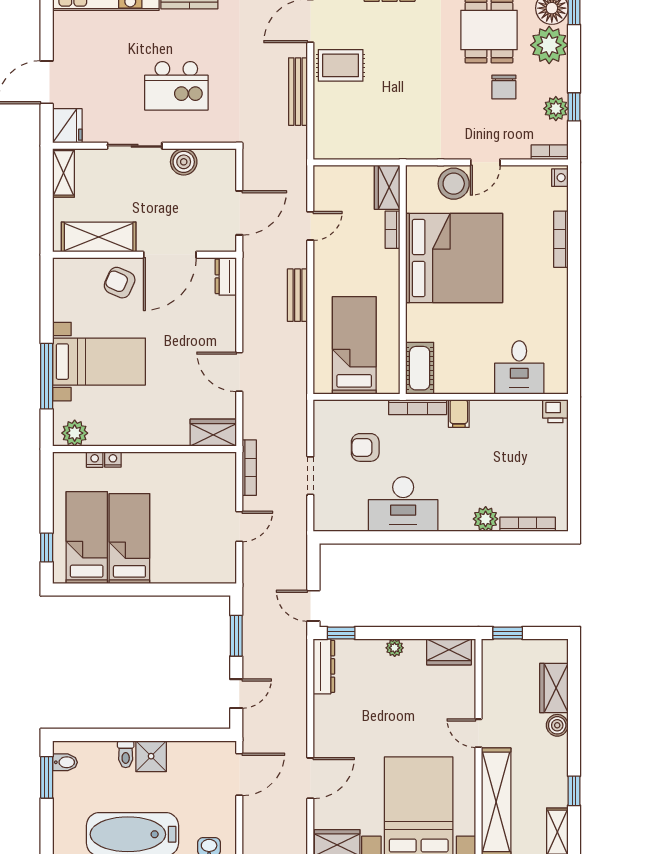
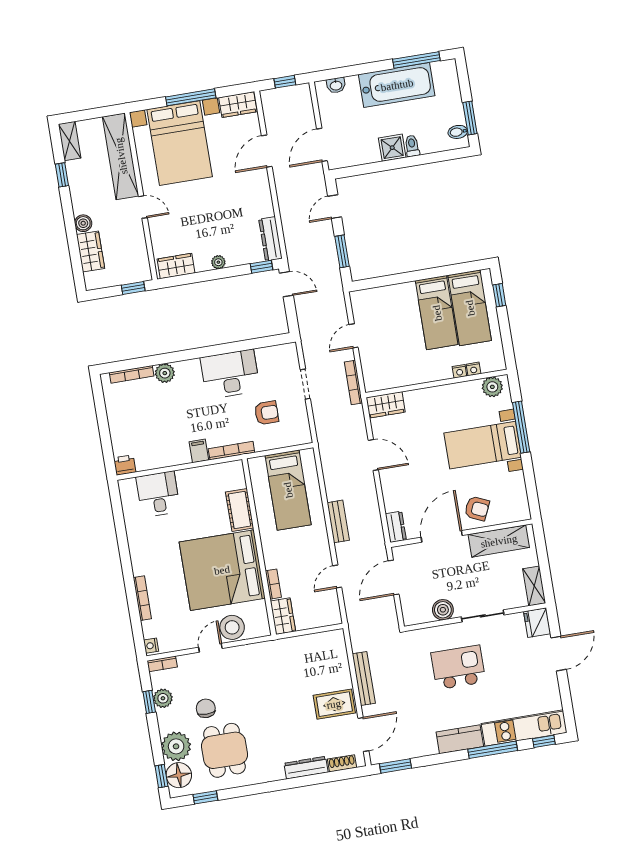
cot: (420, 368) -> (240, 510), moved

